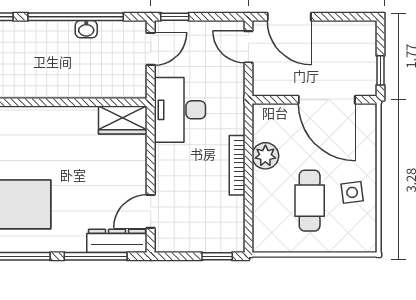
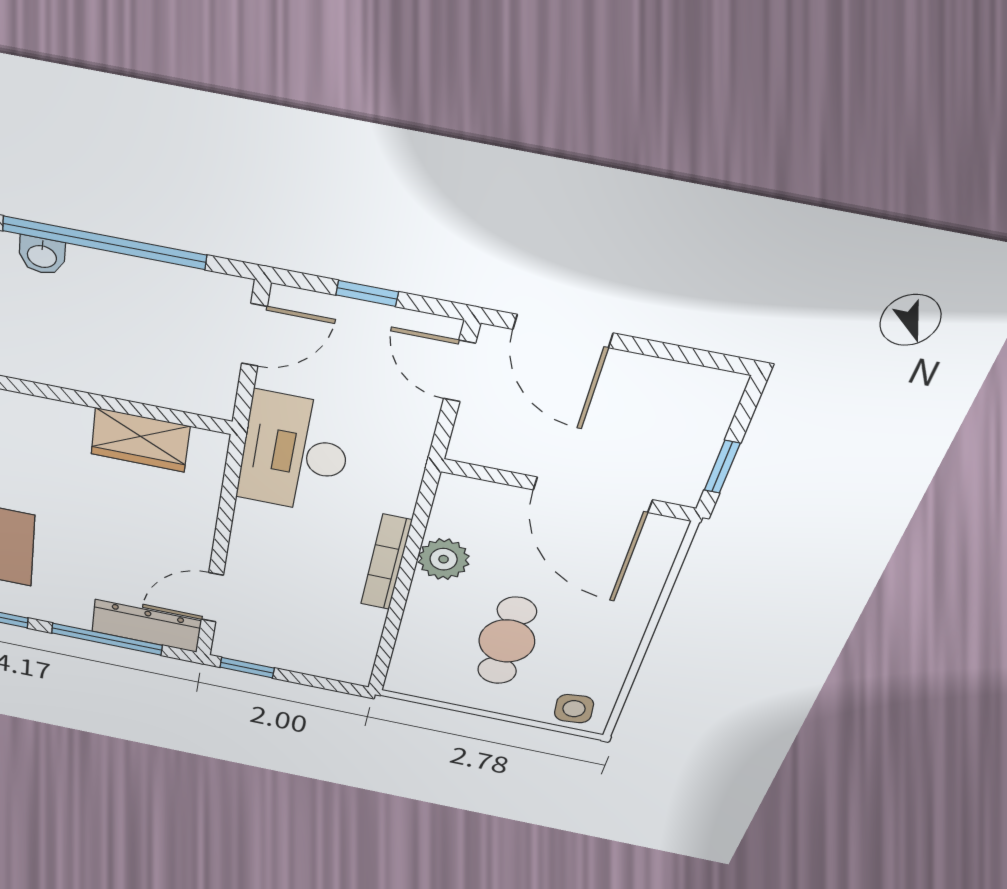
window: (175, 17) -> (367, 293), moved
washbasin: (86, 29) -> (42, 255), moved
wardrobe: (123, 120) -> (140, 440), moved
side table: (352, 192) -> (574, 709), moved
window: (217, 256) -> (247, 668), moved

